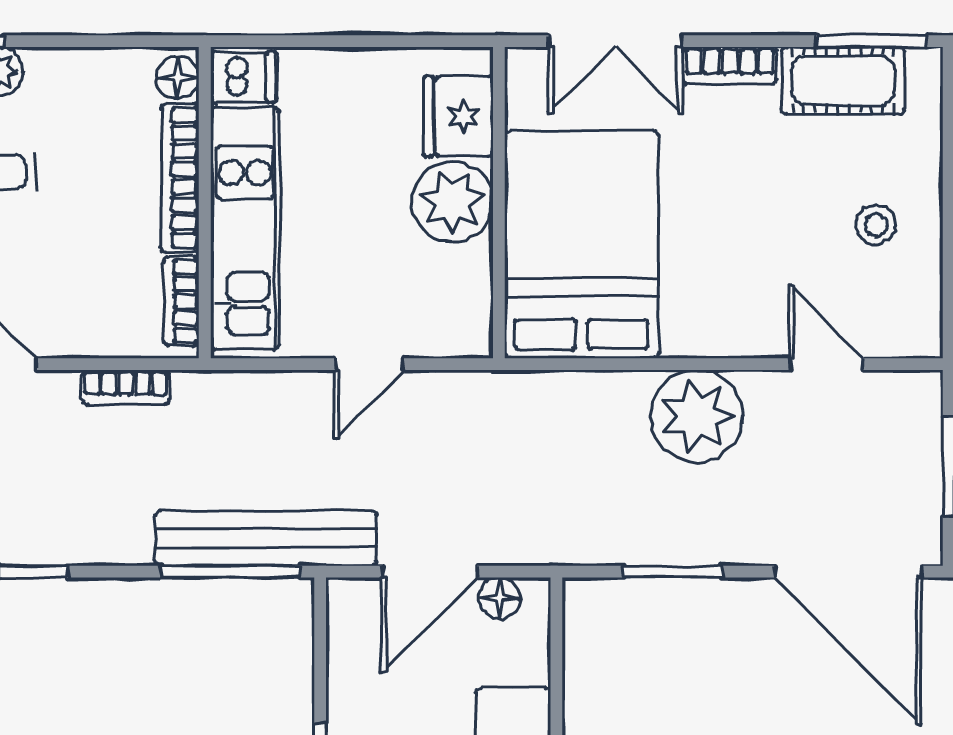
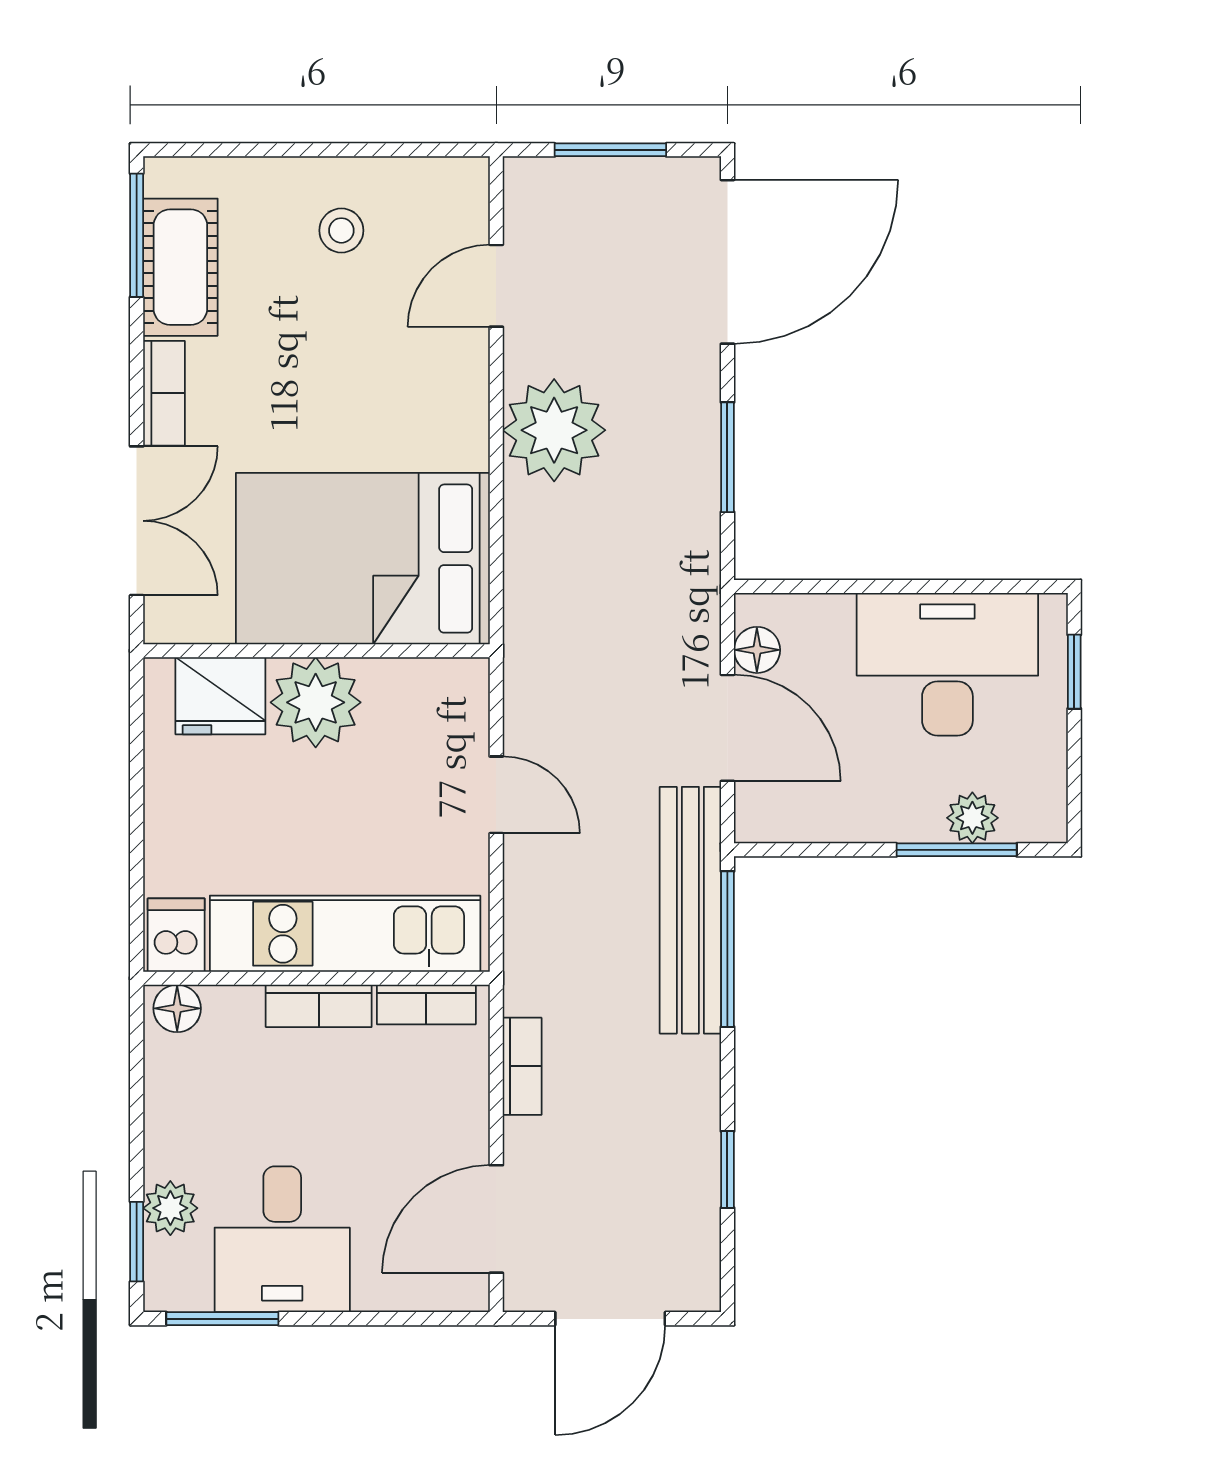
bookcase: (180, 178) -> (319, 1006), width x0.64

